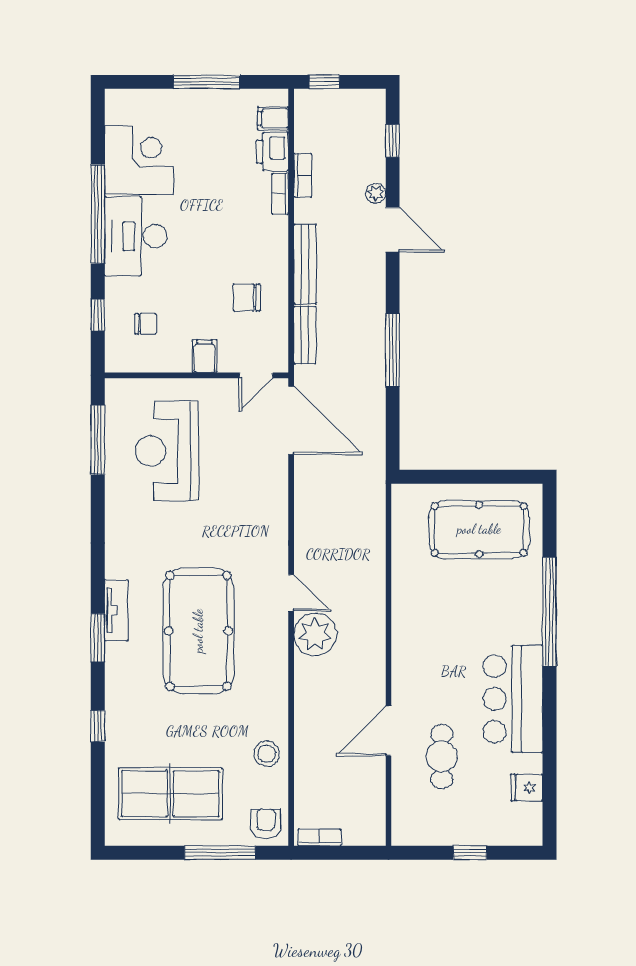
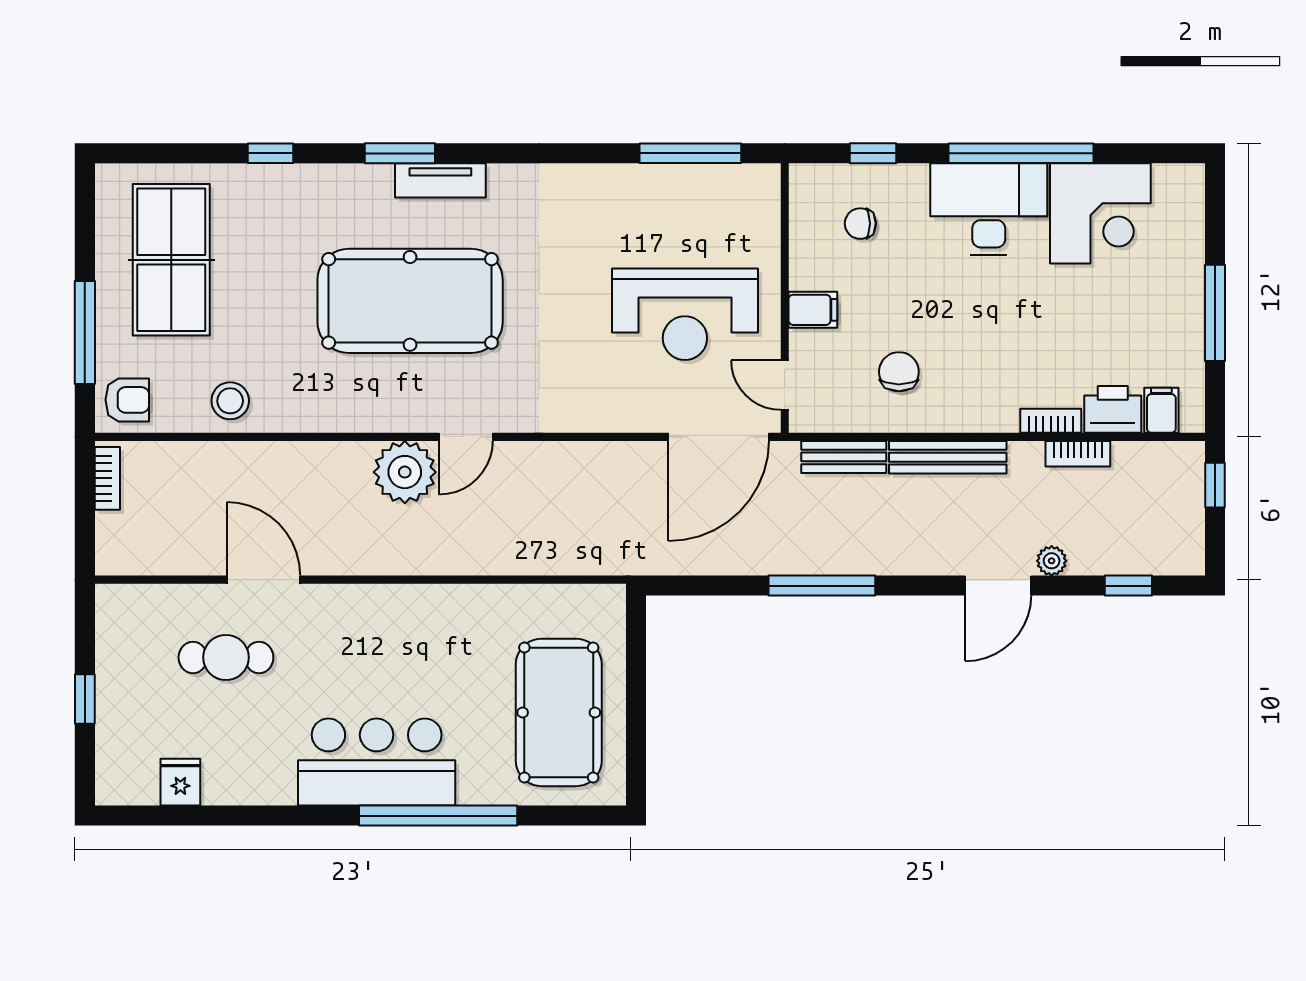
chair: (146, 324) -> (860, 224), turned 90
reception desk: (167, 451) -> (685, 314), moved, turned 180
bar counter: (513, 699) -> (377, 762), moved

